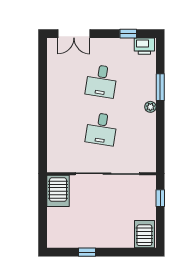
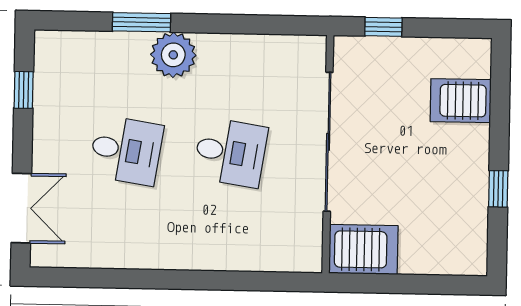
printer: (144, 46) -> (52, 55), removed
plant: (150, 107) -> (173, 55), width x1.87, depth x1.87
server rack: (144, 234) -> (461, 101), moved

